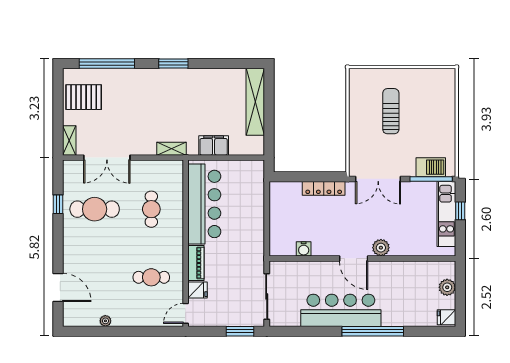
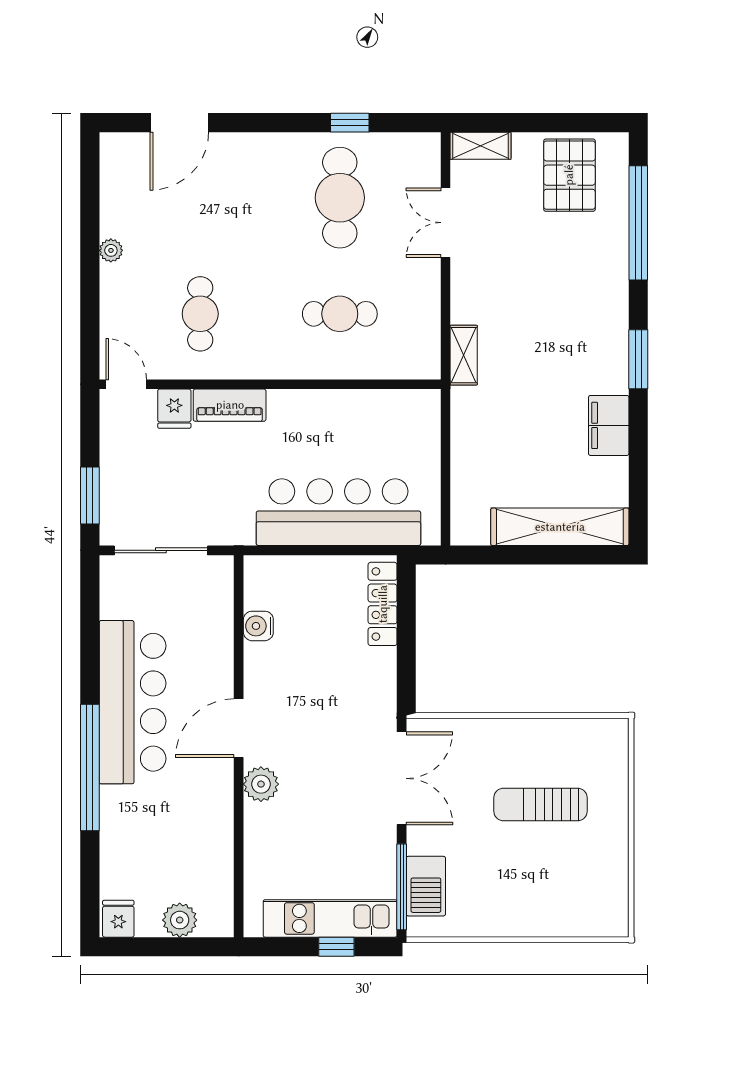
sun lounger: (391, 111) -> (540, 804), turned 180
filing cabinet: (214, 145) -> (609, 425), moved, turned 180
double door: (107, 158) -> (445, 223), width x0.73
double door: (378, 179) -> (402, 778), swing flipped
locker: (324, 188) -> (383, 604), moved
bar counter: (204, 204) -> (338, 512), moved, turned 180
plant: (105, 321) -> (111, 250), moved

